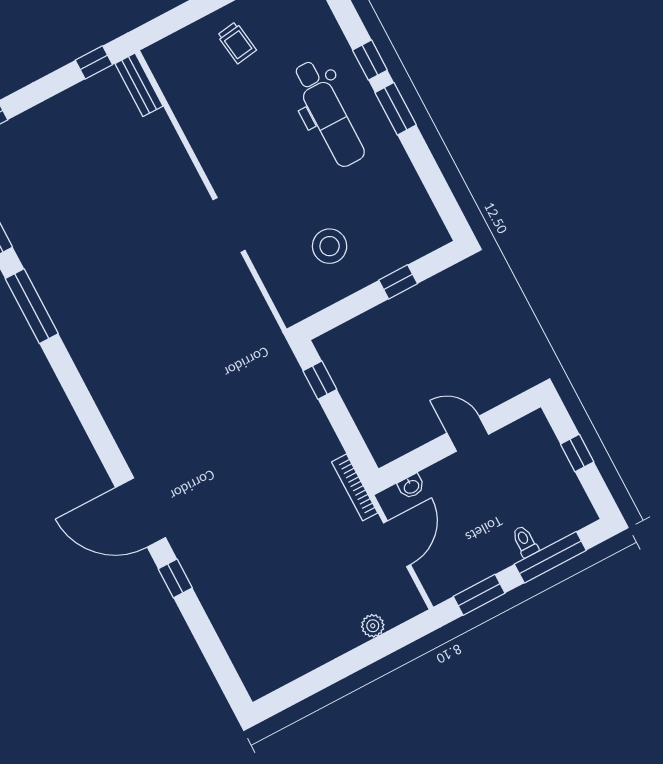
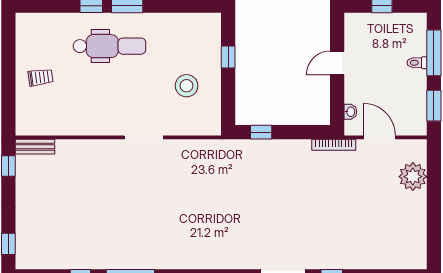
plant: (373, 626) -> (413, 177), width x1.87, depth x1.87

